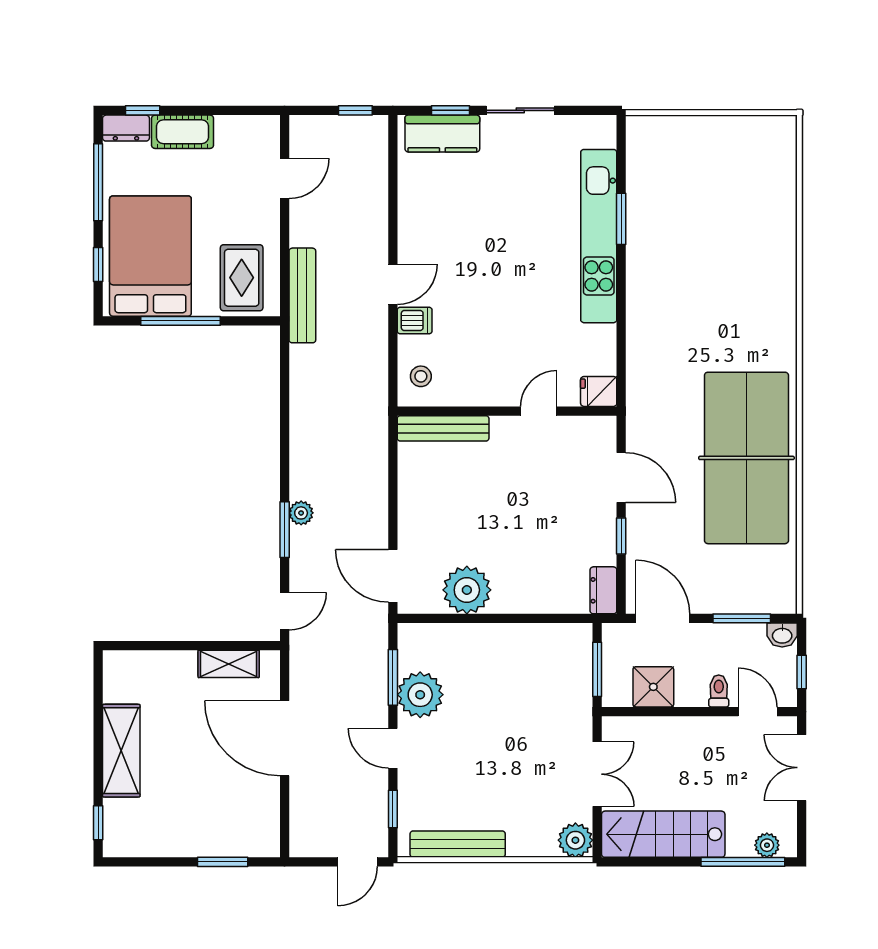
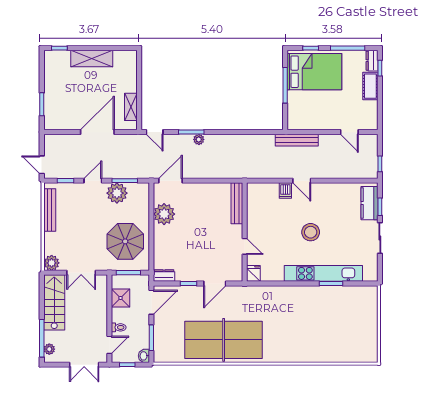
rug: (242, 278) -> (305, 113), removed
stool: (421, 376) -> (311, 232), moved, width x1.89, depth x1.89
parasol: (528, 676) -> (125, 241), added
double door: (802, 768) -> (84, 365), swing flipped

